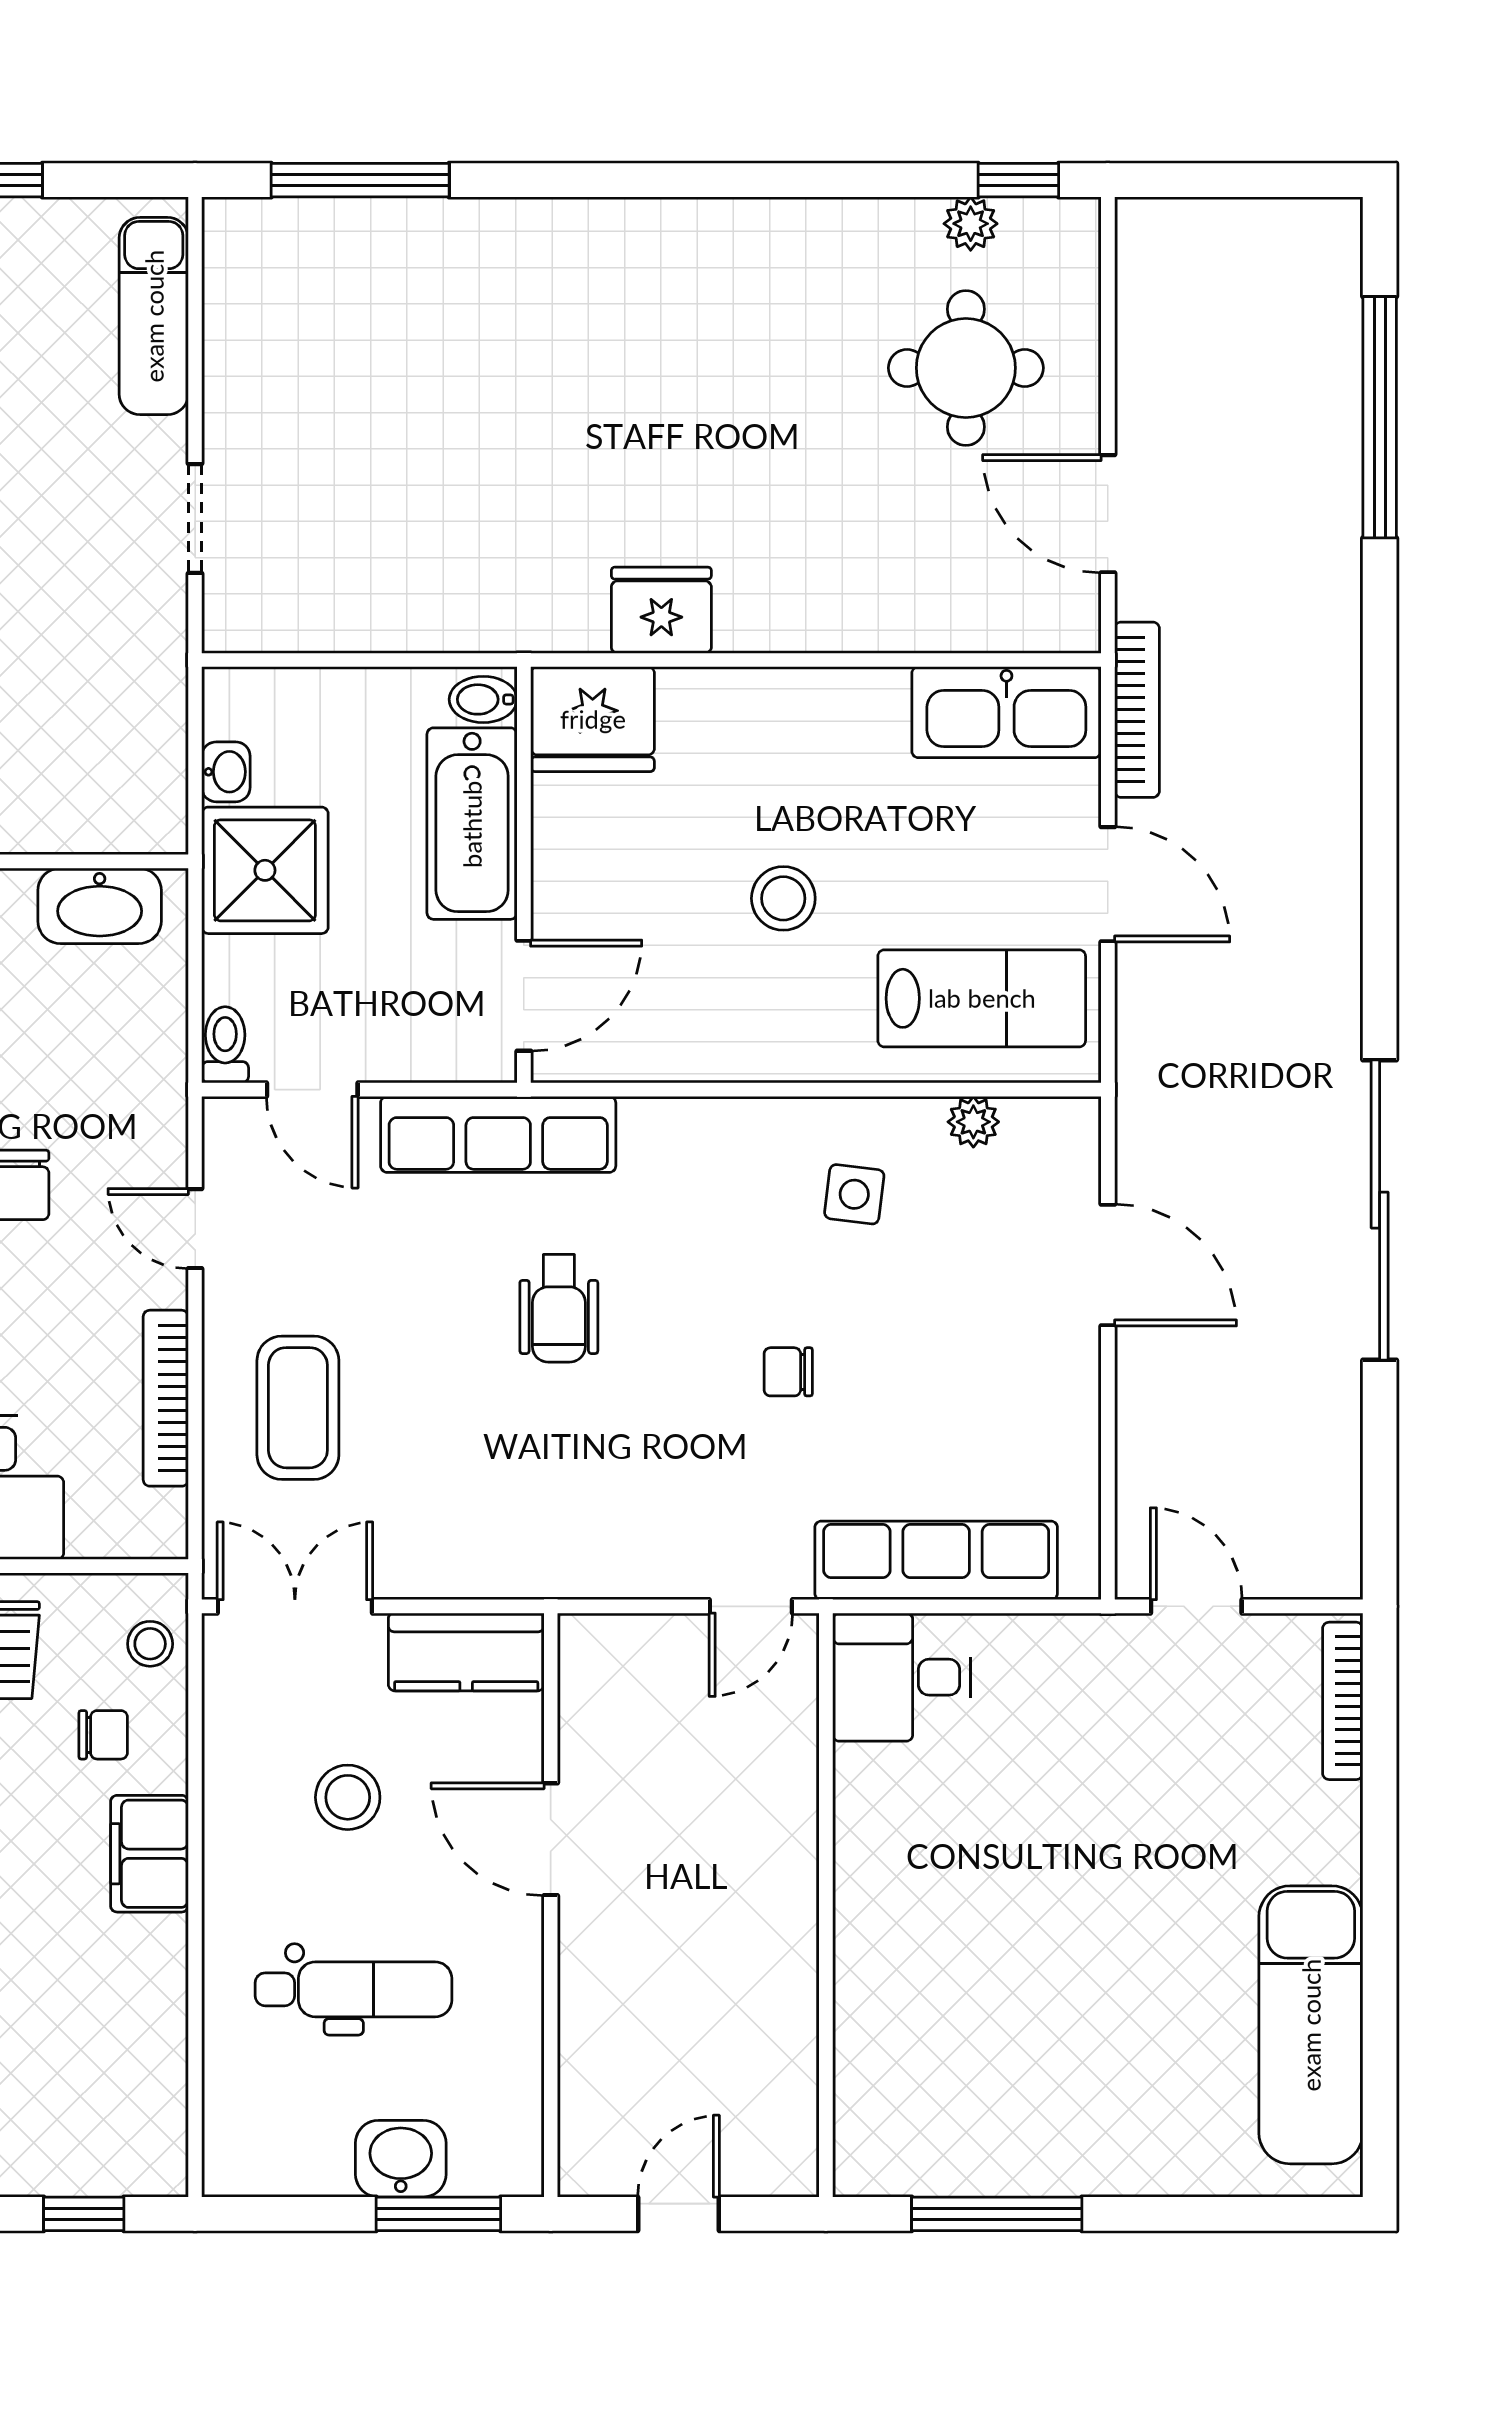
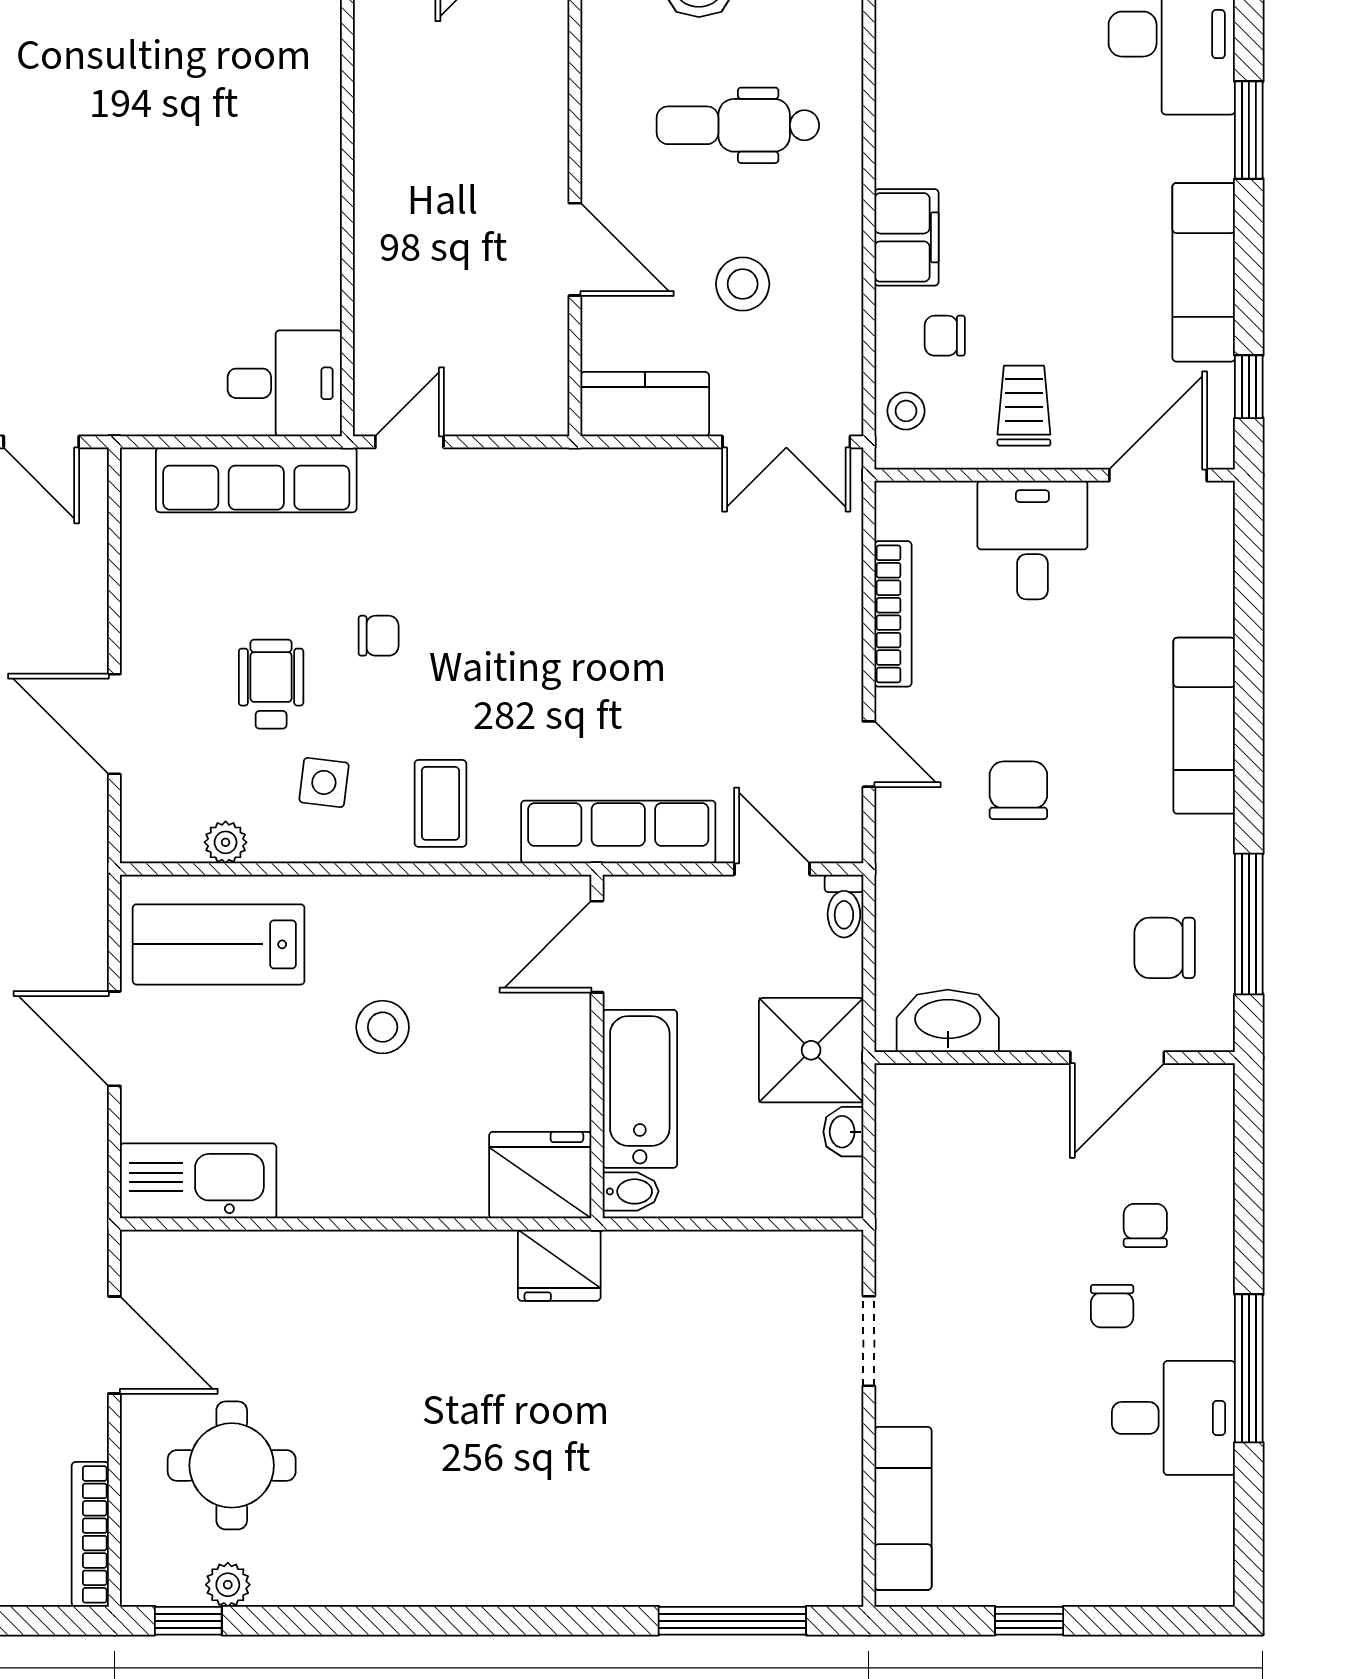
fridge: (661, 610) -> (559, 1265), moved
bookcase: (1137, 710) -> (90, 1534), moved
wheelchair: (559, 1308) -> (271, 684), moved
coffee table: (298, 1408) -> (440, 803), moved, width x0.73, depth x0.77

